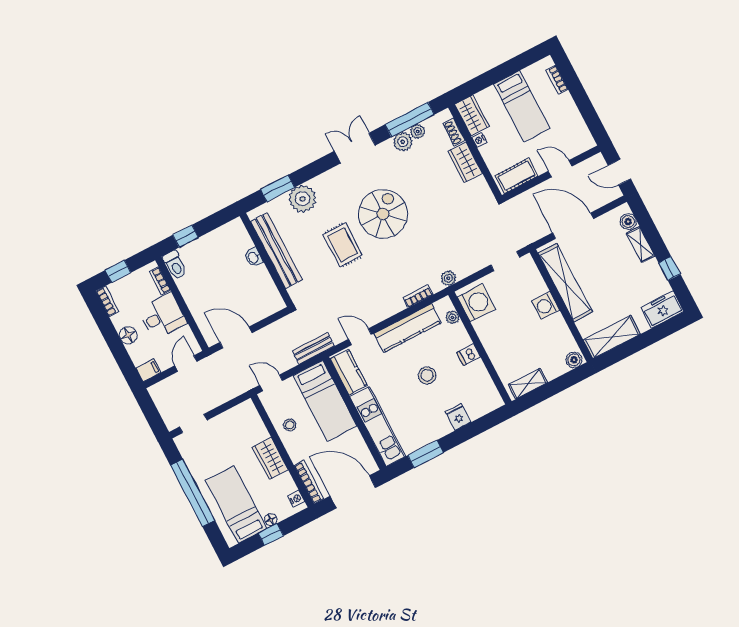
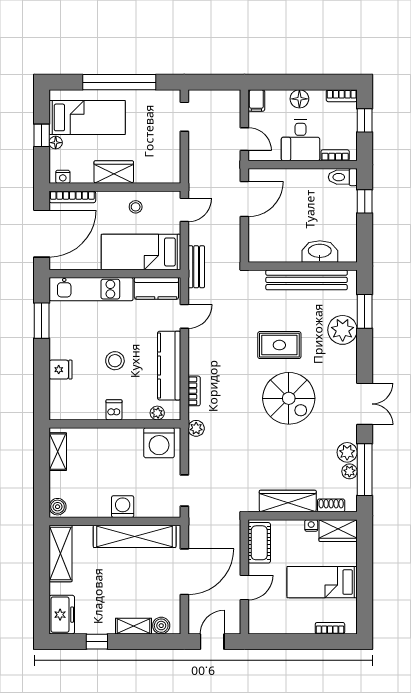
wardrobe: (465, 162) -> (288, 501), width x1.50
washbasin: (253, 257) -> (320, 251), width x1.91, depth x1.45

